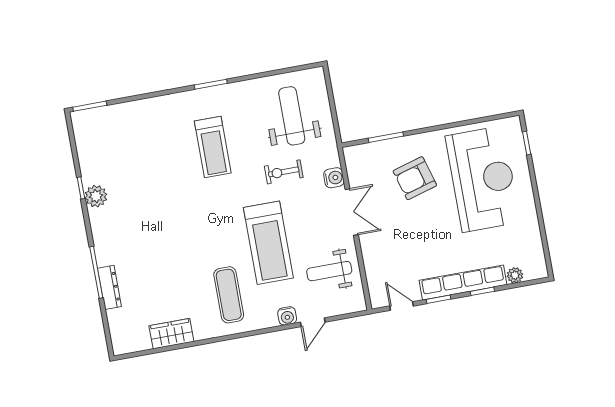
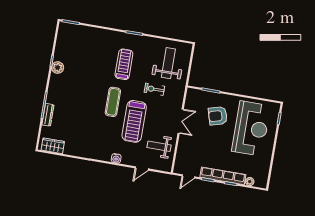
treadmill: (213, 147) -> (124, 64), turned 180
water cooler: (334, 178) -> (178, 101), removed
exercise mat: (229, 295) -> (113, 102), moved
door: (402, 306) -> (188, 176), swing flipped
water cooler: (287, 316) -> (116, 158), moved
wardrobe: (171, 334) -> (53, 146), moved

